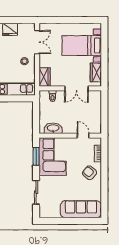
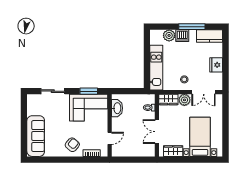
plant: (45, 61) -> (184, 100), added

